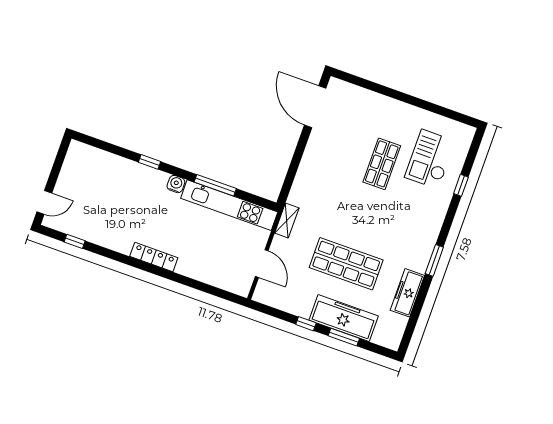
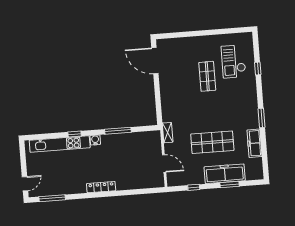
kitchen unit: (229, 205) -> (60, 144), moved
window: (75, 241) -> (52, 198), width x2.17
window: (306, 324) -> (194, 187), moved

